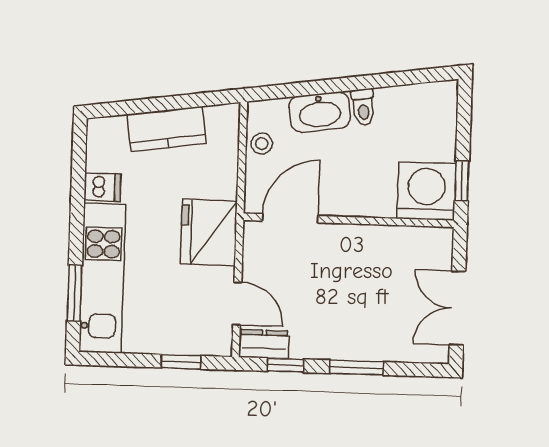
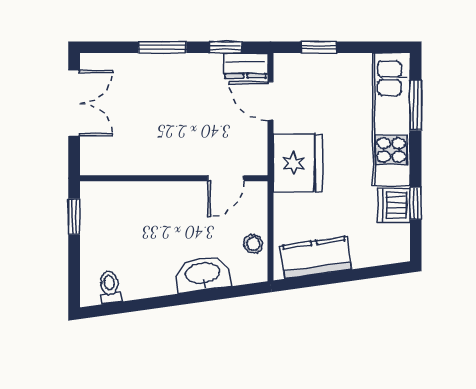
toilet: (363, 107) -> (110, 287), moved
kitchen counter: (167, 129) -> (316, 257), moved
window: (78, 183) -> (416, 203), added
dishwasher: (102, 187) -> (394, 205), width x1.38
washing machine: (427, 191) -> (105, 207), removed
door: (290, 218) -> (226, 178), width x0.73

